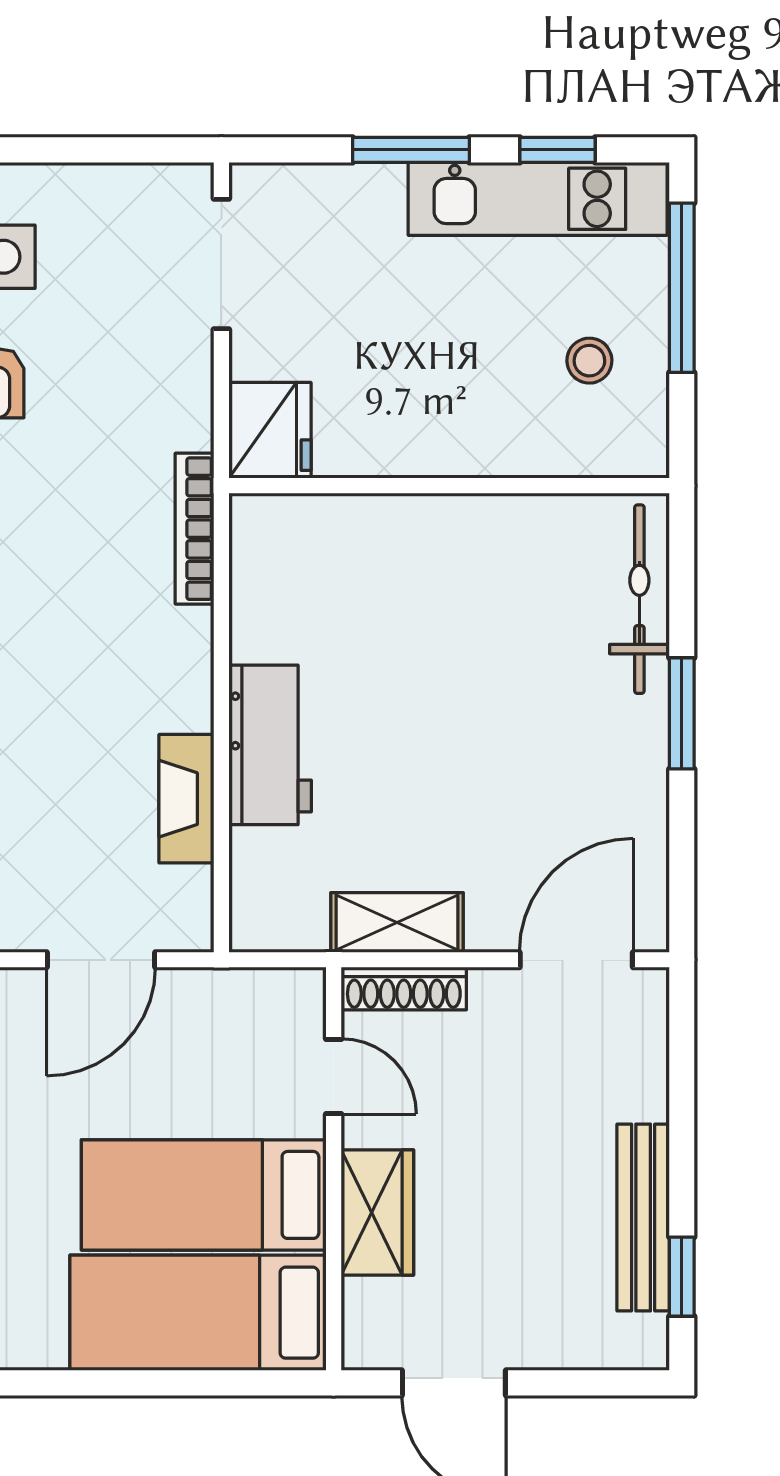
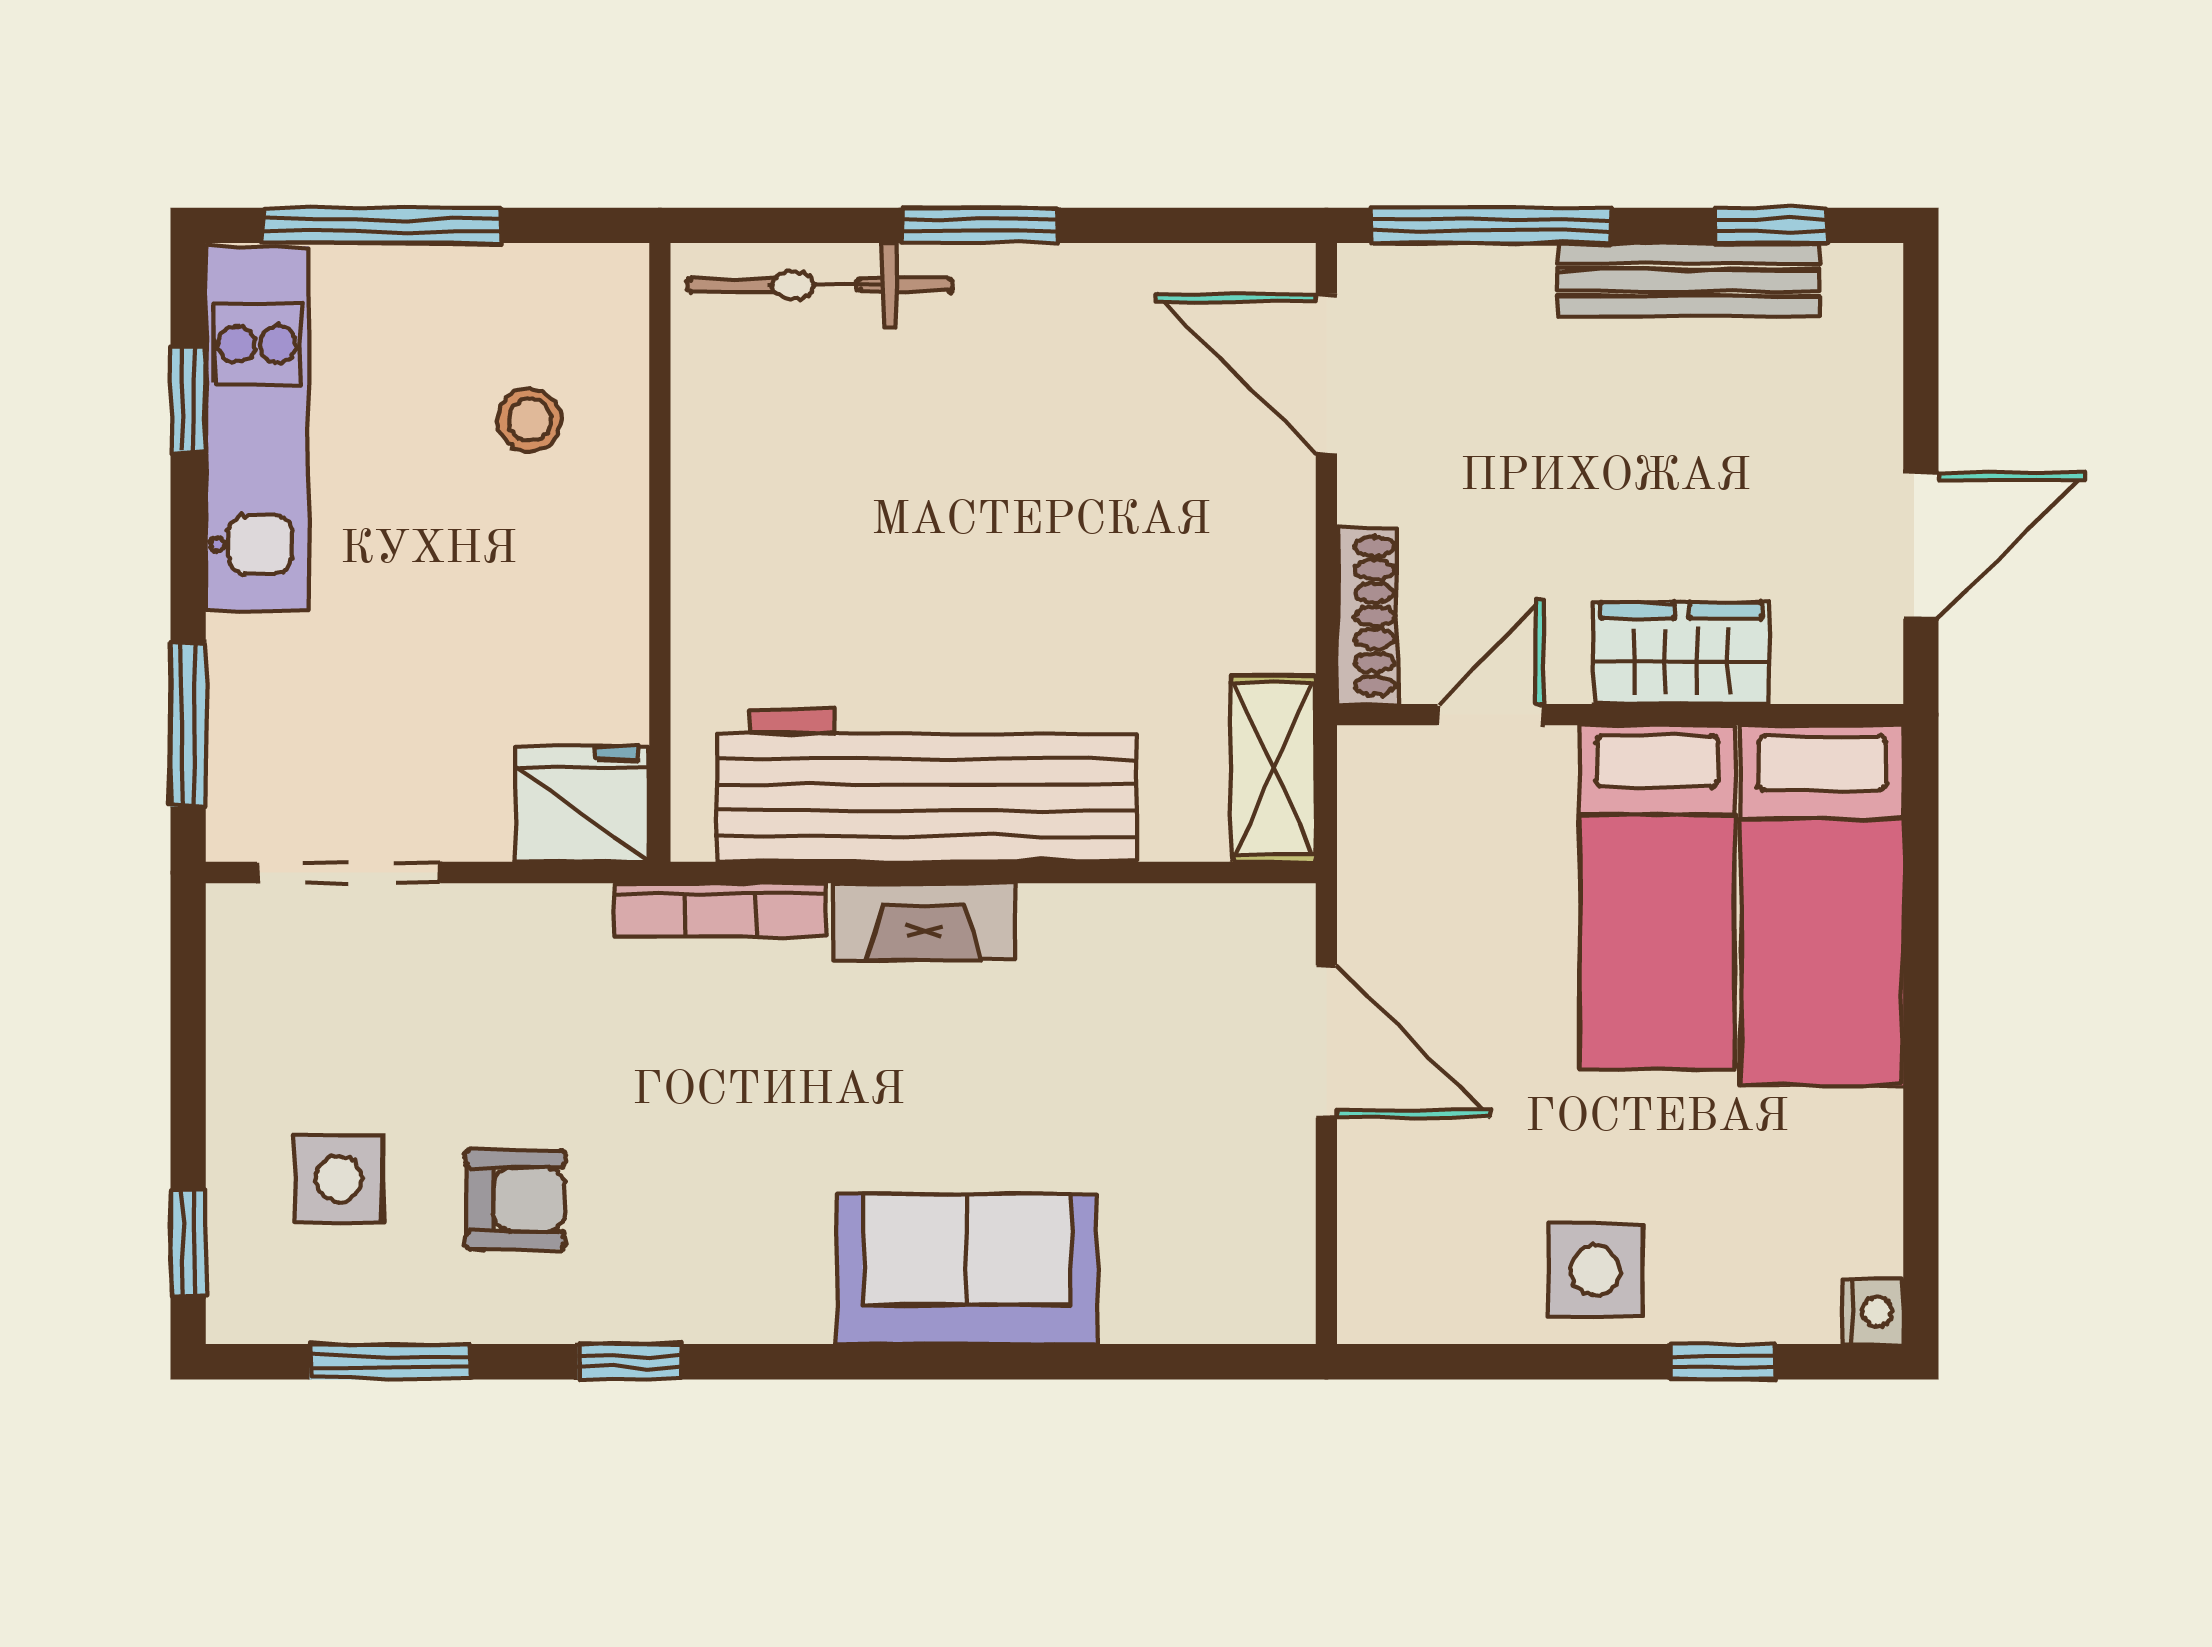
window: (411, 150) -> (188, 725), moved
stool: (589, 361) -> (529, 420), moved
workbench: (270, 745) -> (926, 785), width x1.88, depth x1.32
fireplace: (186, 799) -> (924, 922), moved
shelving: (397, 922) -> (1274, 769), moved
window: (682, 1077) -> (1491, 225), added

